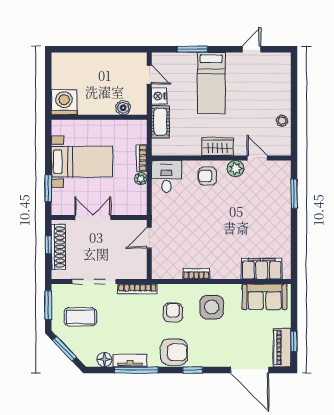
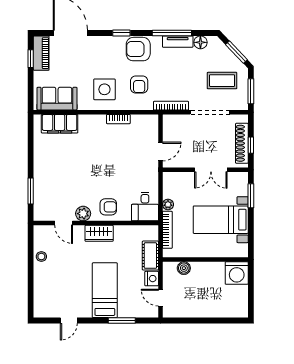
bookcase: (142, 158) -> (167, 230), width x1.56

